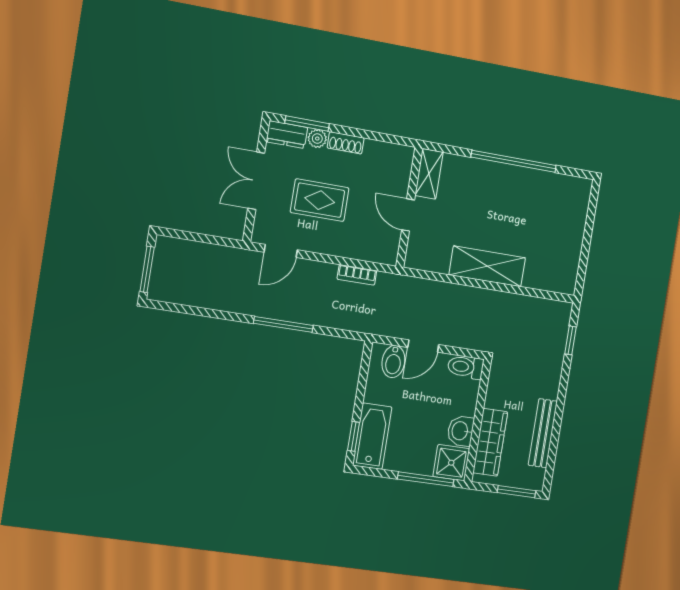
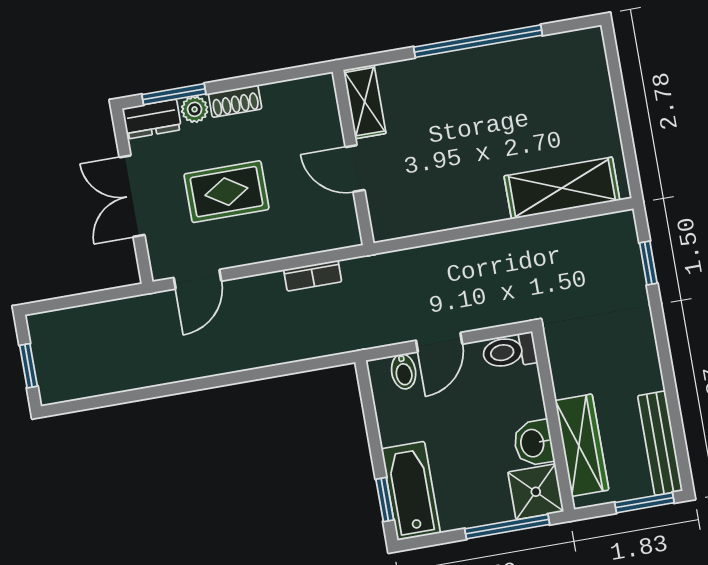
shelving: (487, 266) -> (562, 188), moved
window: (147, 269) -> (28, 366), width x0.67
window: (283, 324) -> (235, 378), removed
bidet: (393, 362) -> (404, 372), width x0.72, depth x0.74
bench: (543, 433) -> (660, 443), moved

